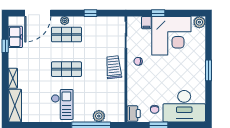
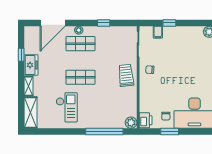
corner desk: (171, 36) -> (182, 45), removed
freezer: (15, 37) -> (31, 65), moved
checkout: (62, 105) -> (67, 107), moved
plant: (99, 116) -> (131, 123), moved

